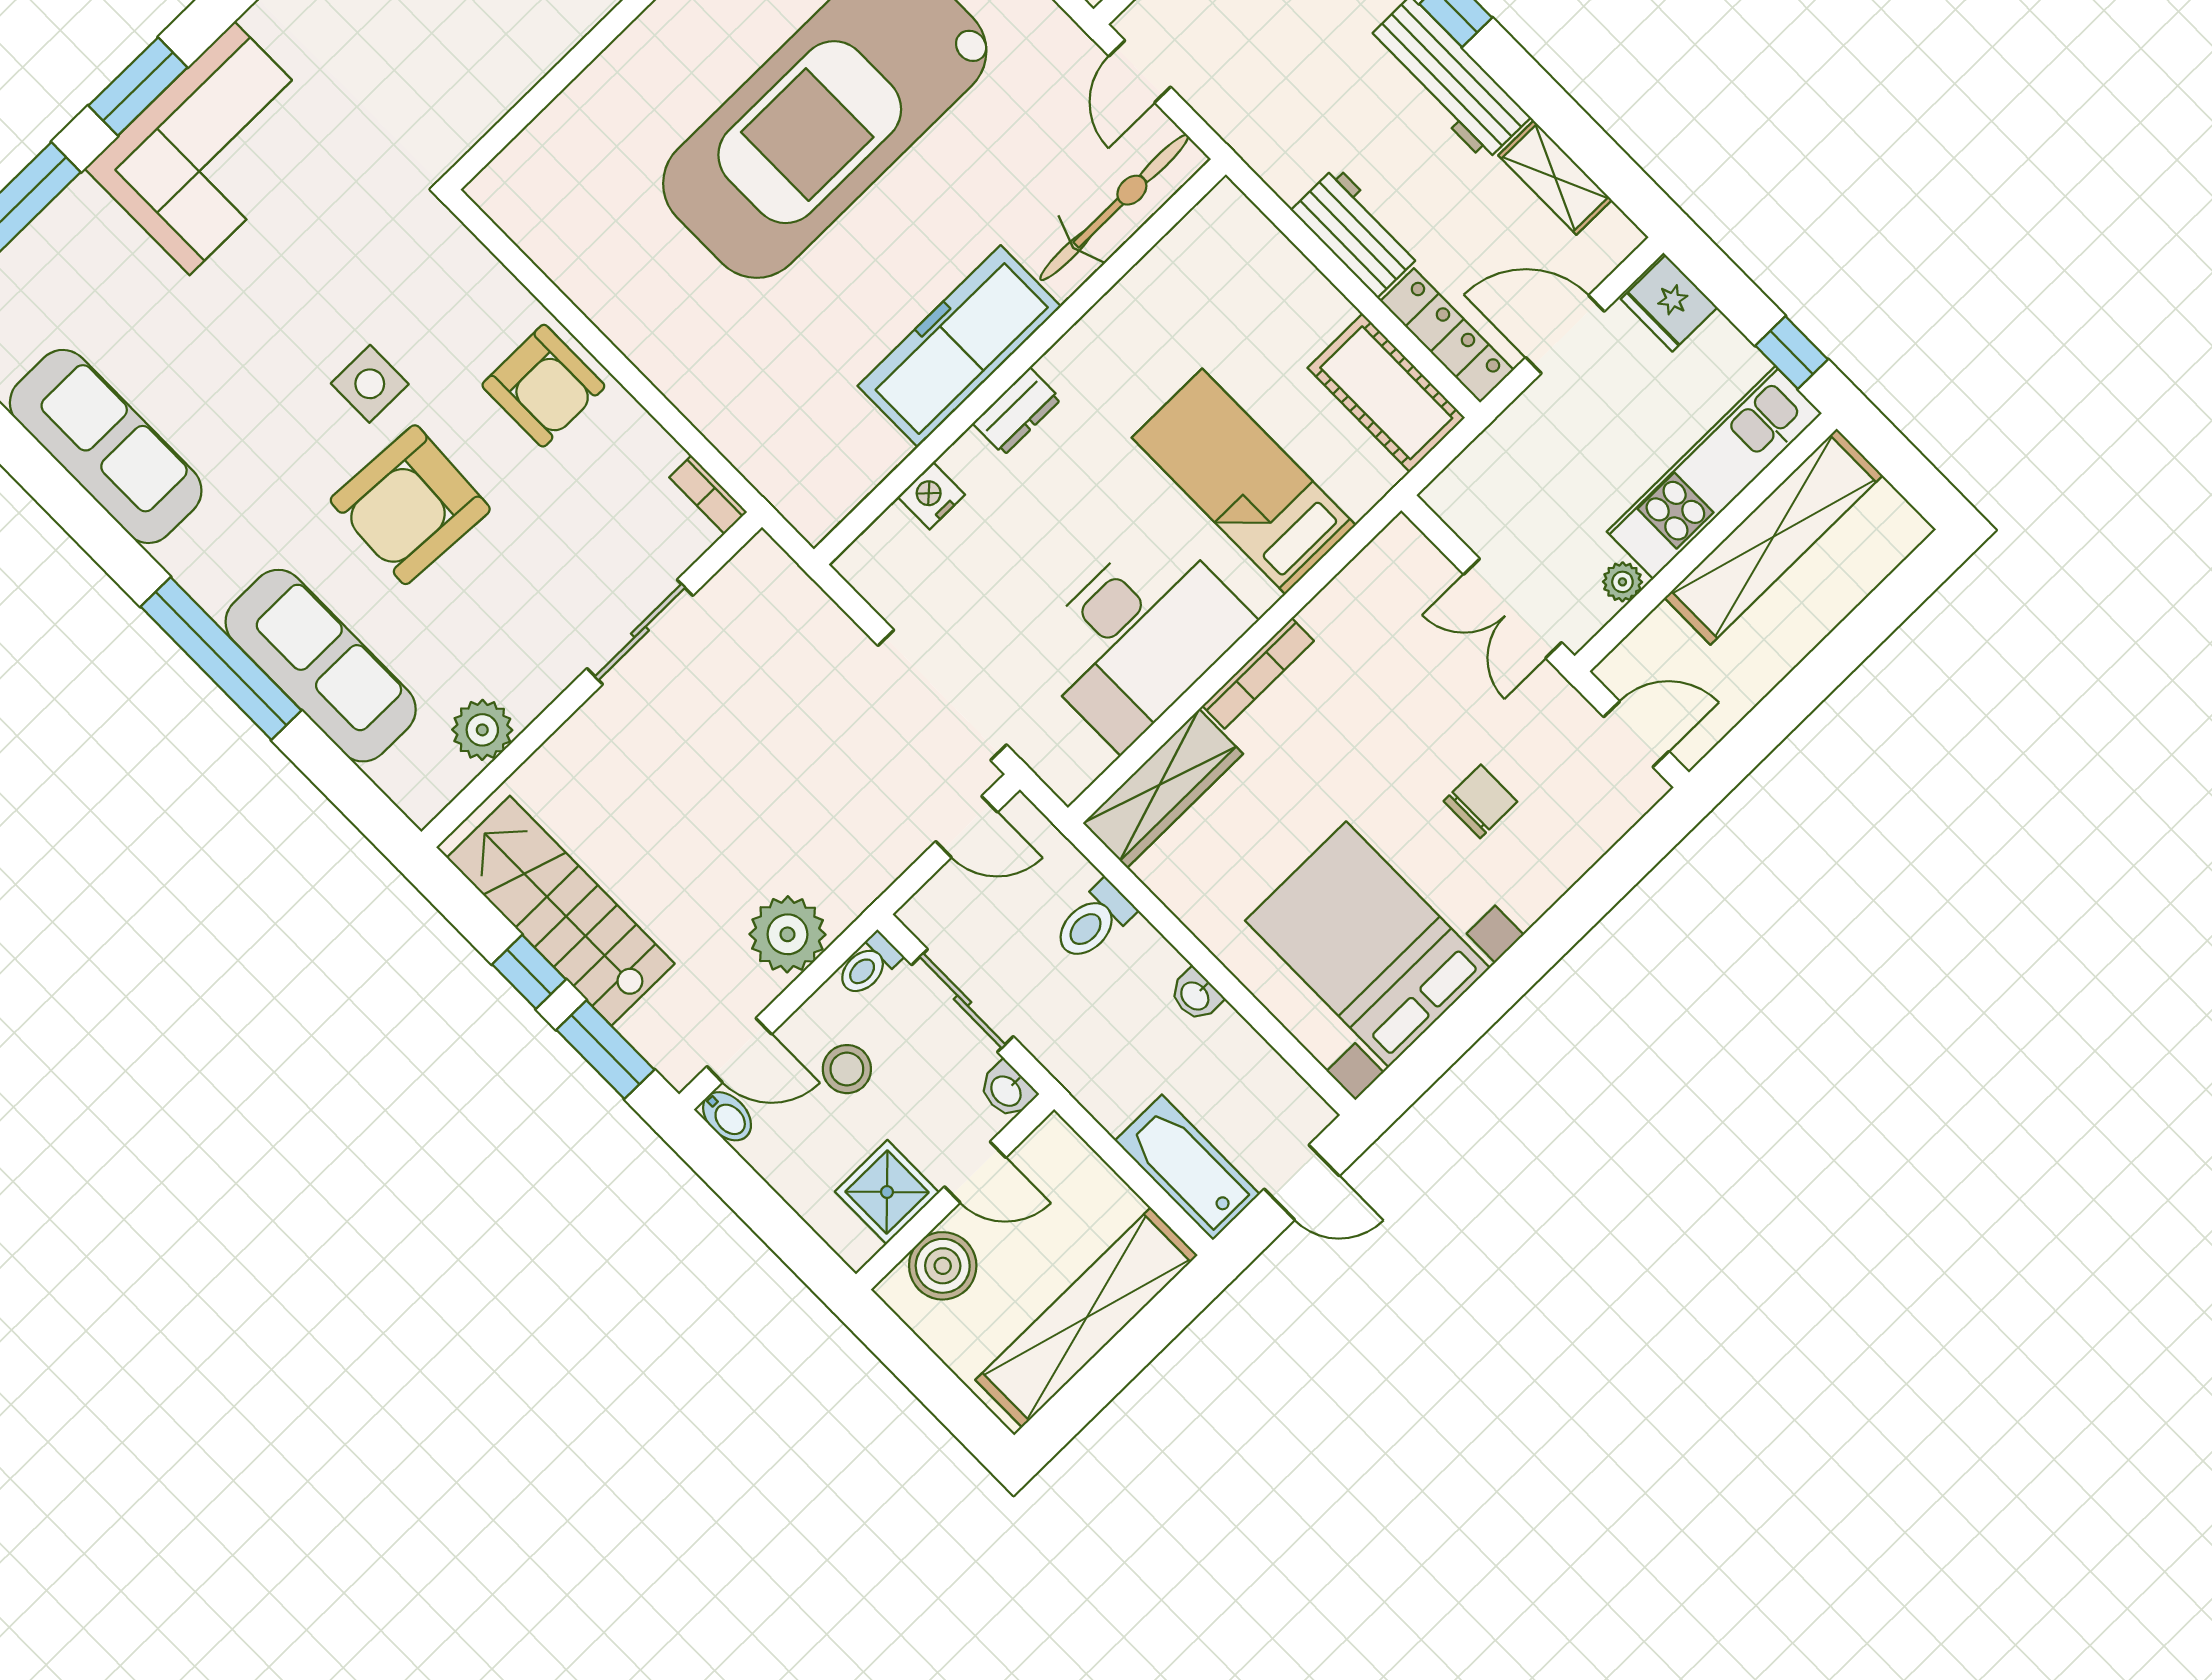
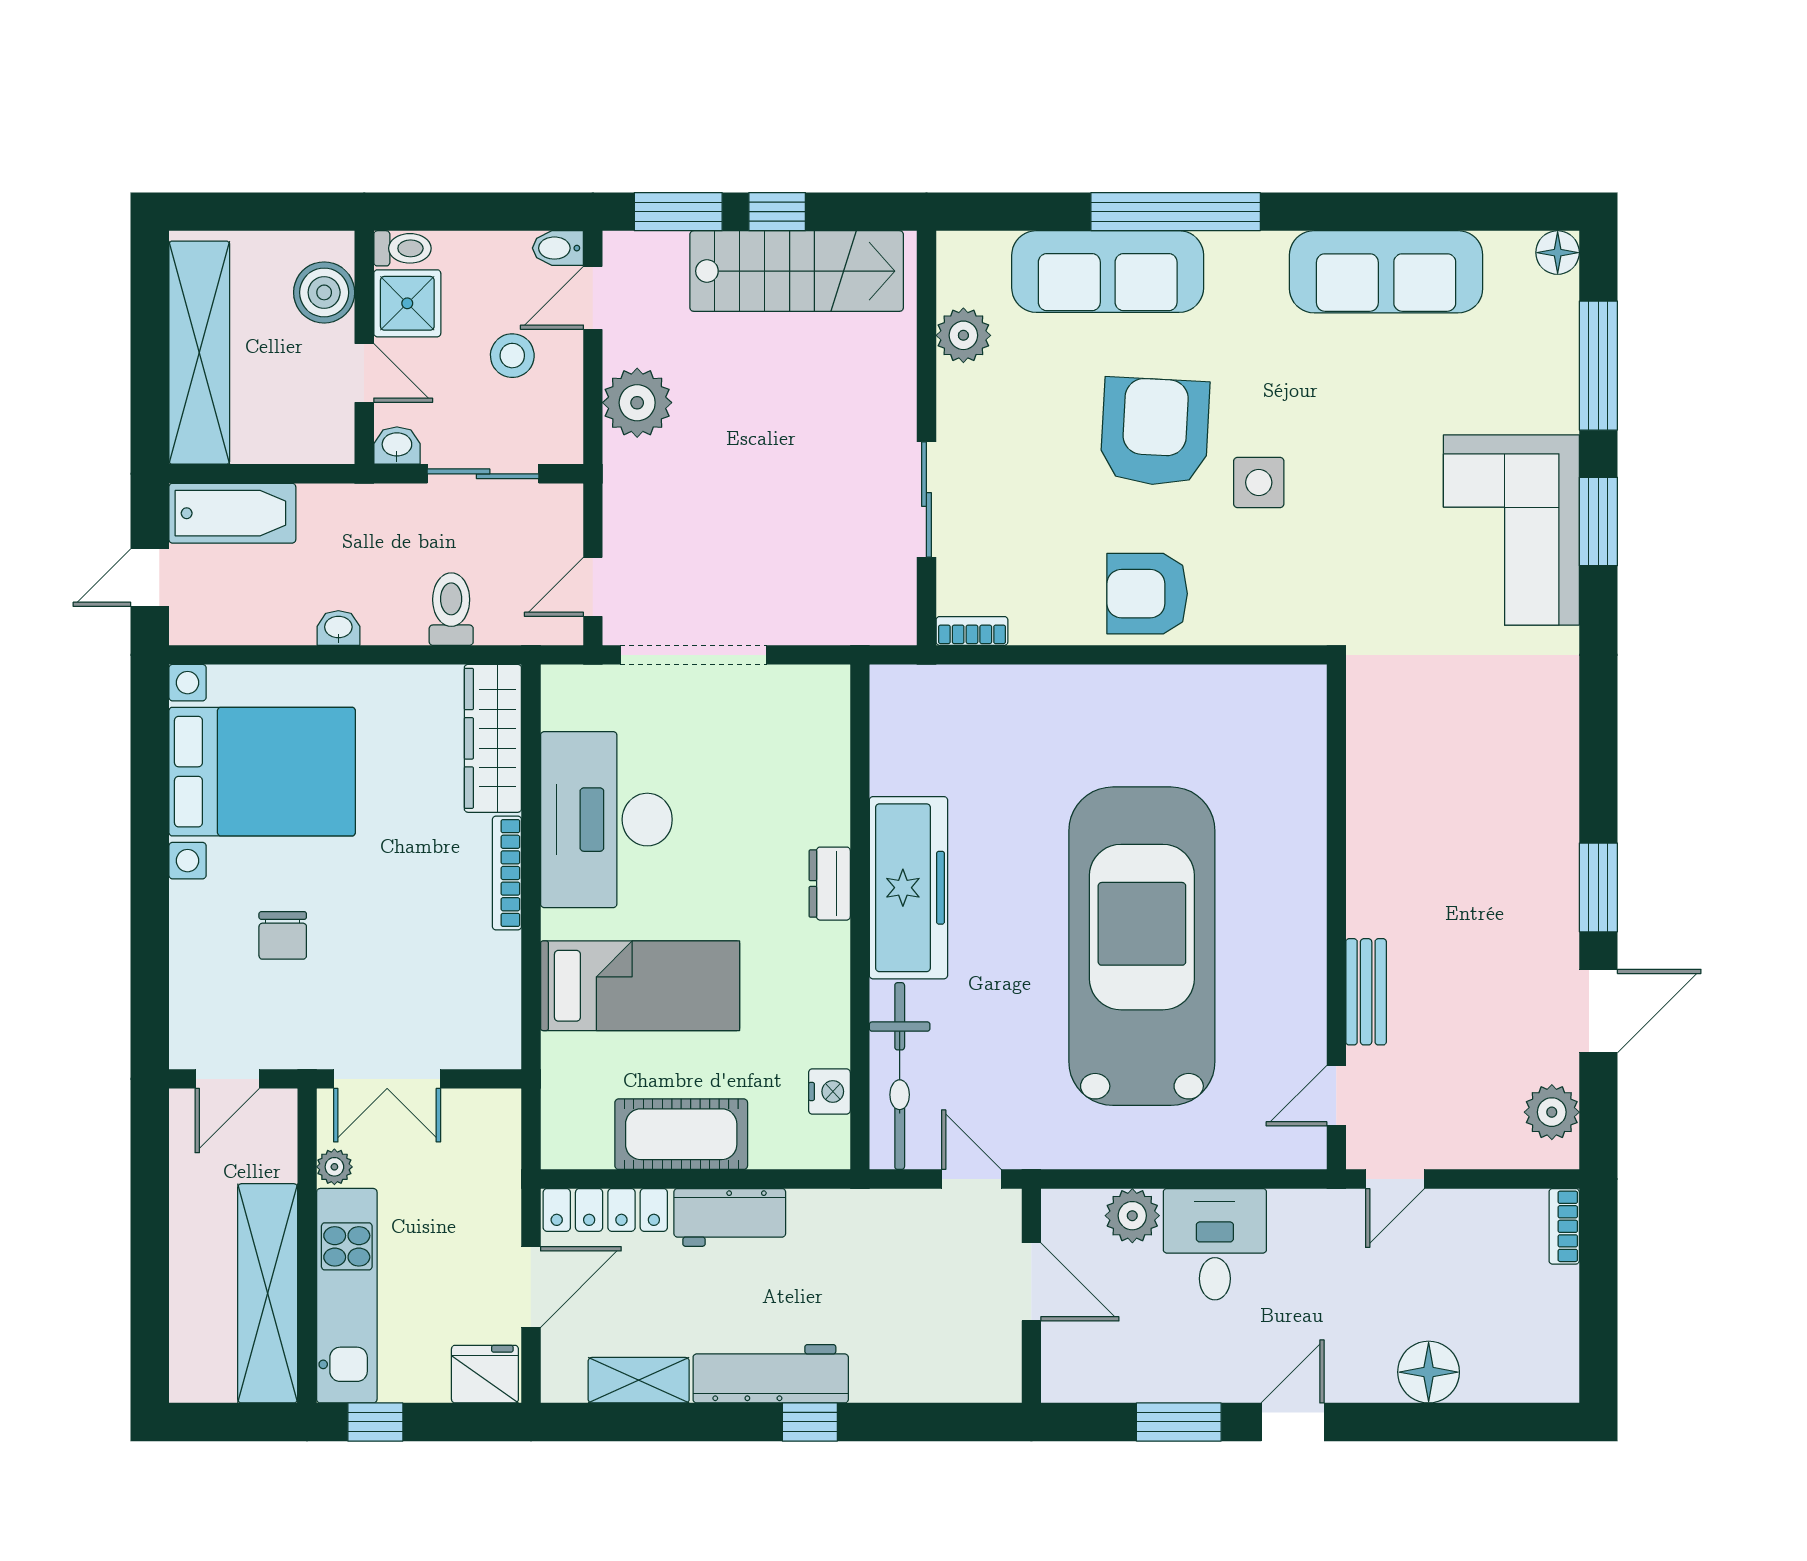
cot: (1386, 393) -> (681, 1134), moved
nightstand: (931, 496) -> (829, 1091), moved
double door: (1513, 608) -> (387, 1079), swing flipped
toilet: (868, 965) -> (402, 248), moved, turned 90
door: (975, 1172) -> (364, 373), swing flipped

